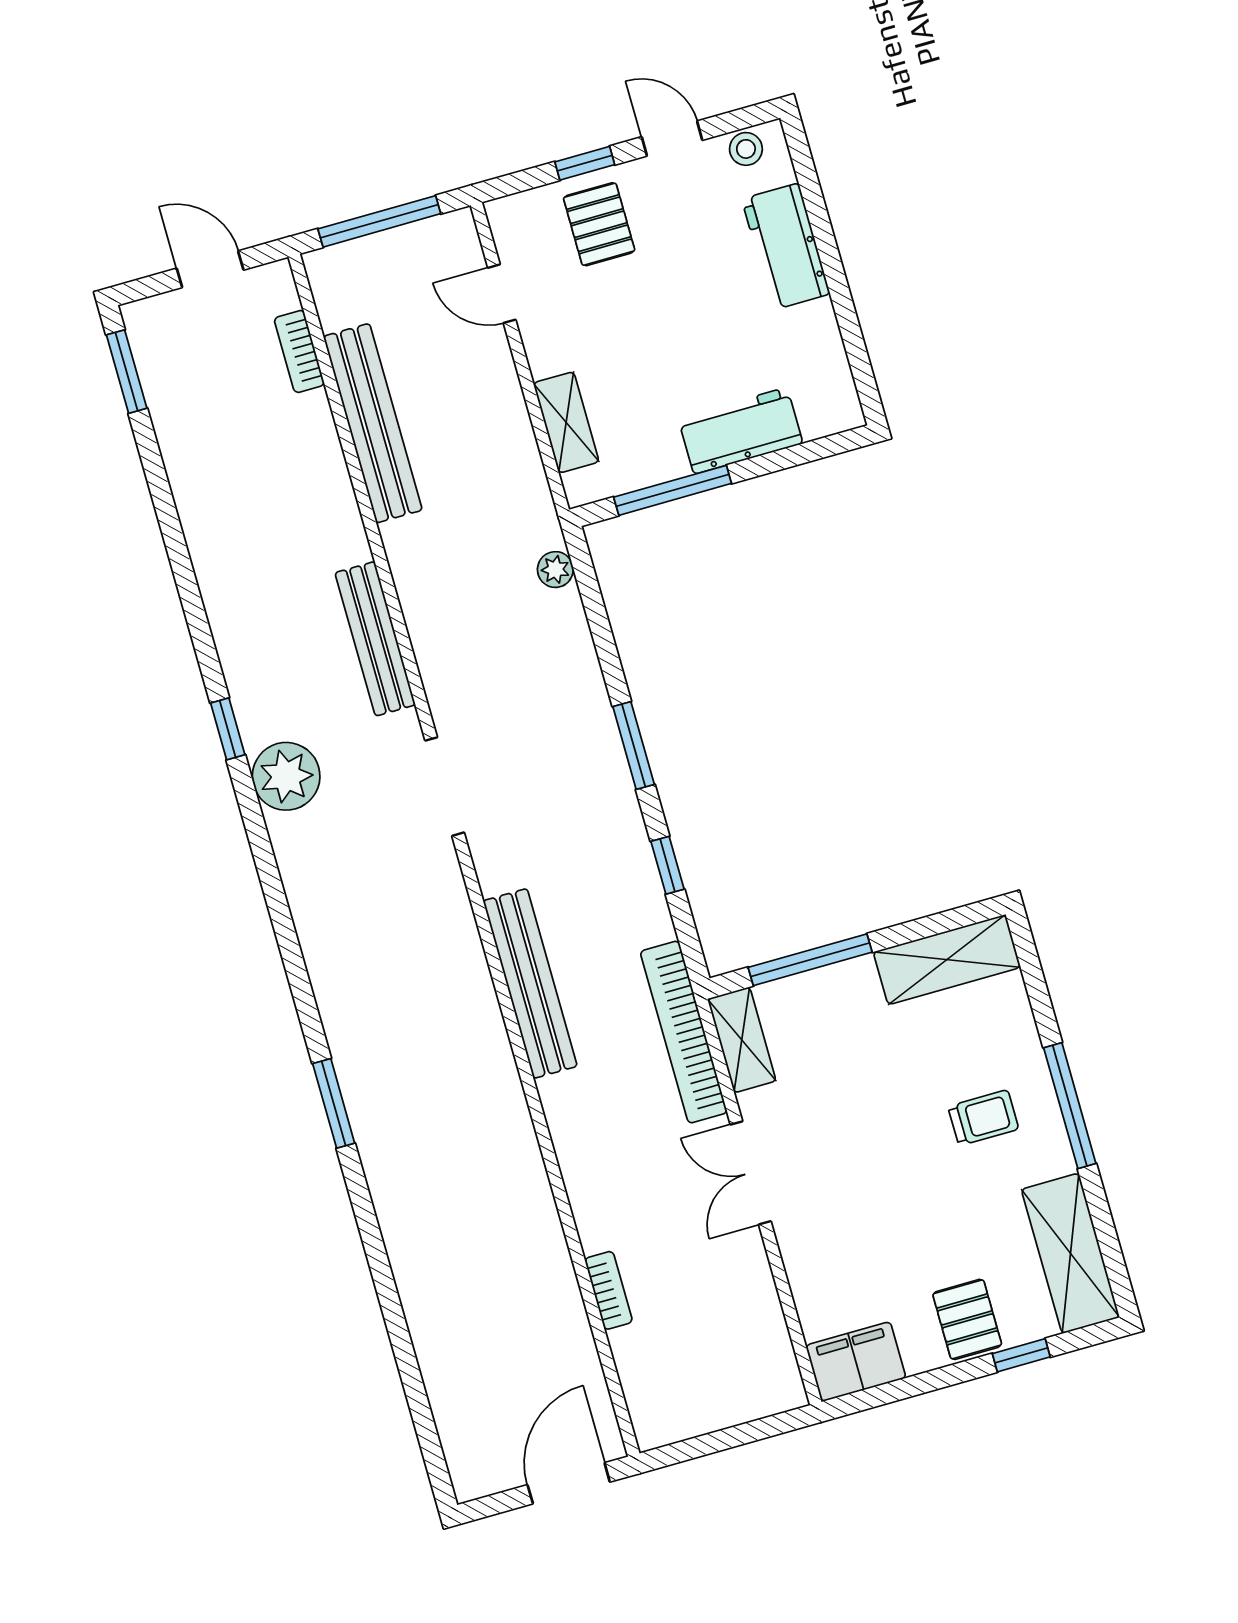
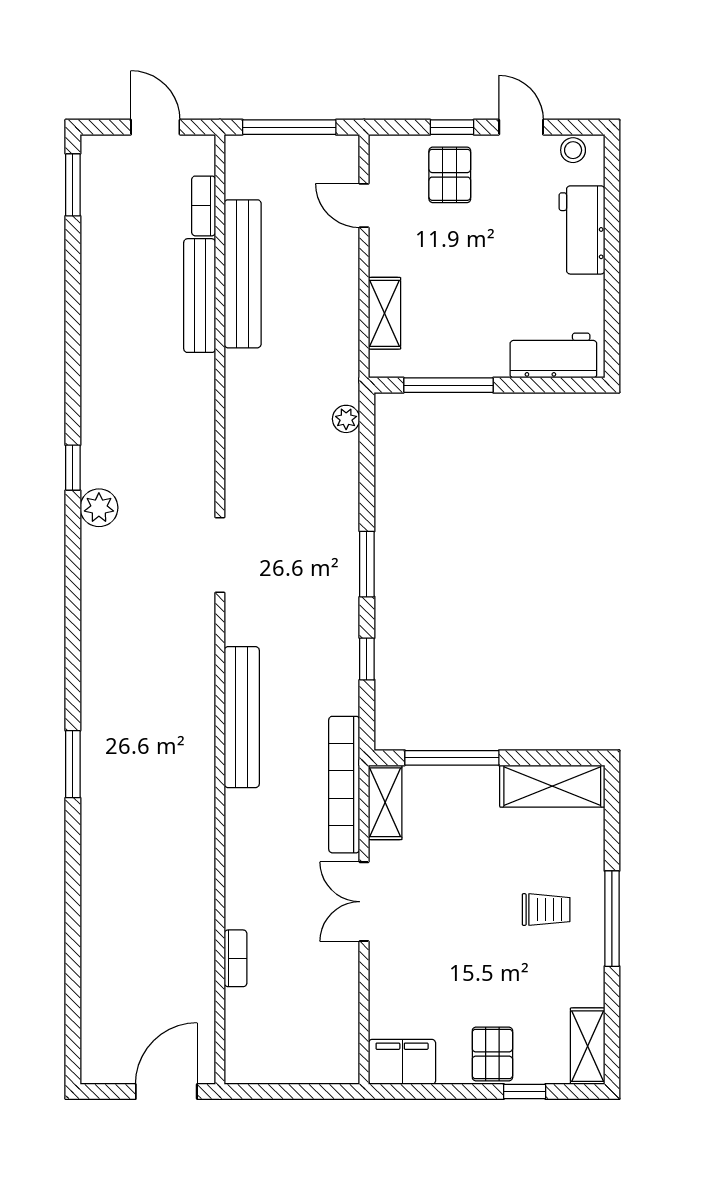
workbench: (740, 431) -> (553, 356), moved
bench: (375, 639) -> (200, 296), moved
plant: (286, 776) -> (99, 508), width x0.73, depth x0.73
shelving: (1071, 1253) -> (588, 1046), width x0.67, depth x0.75

